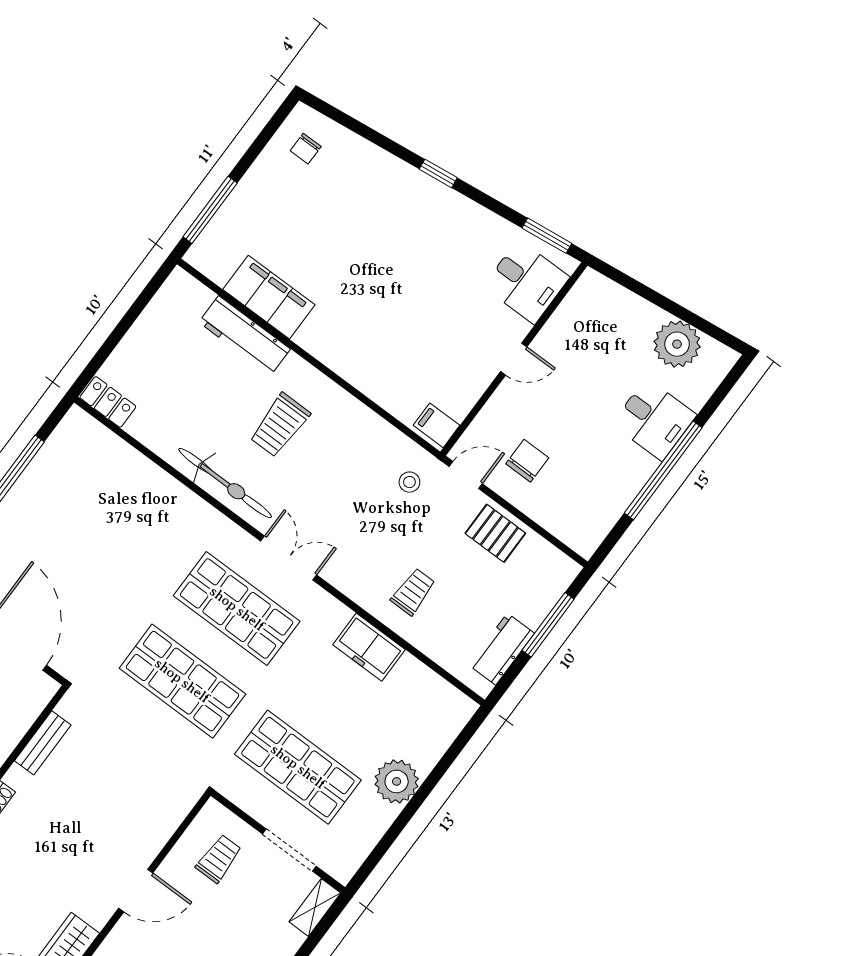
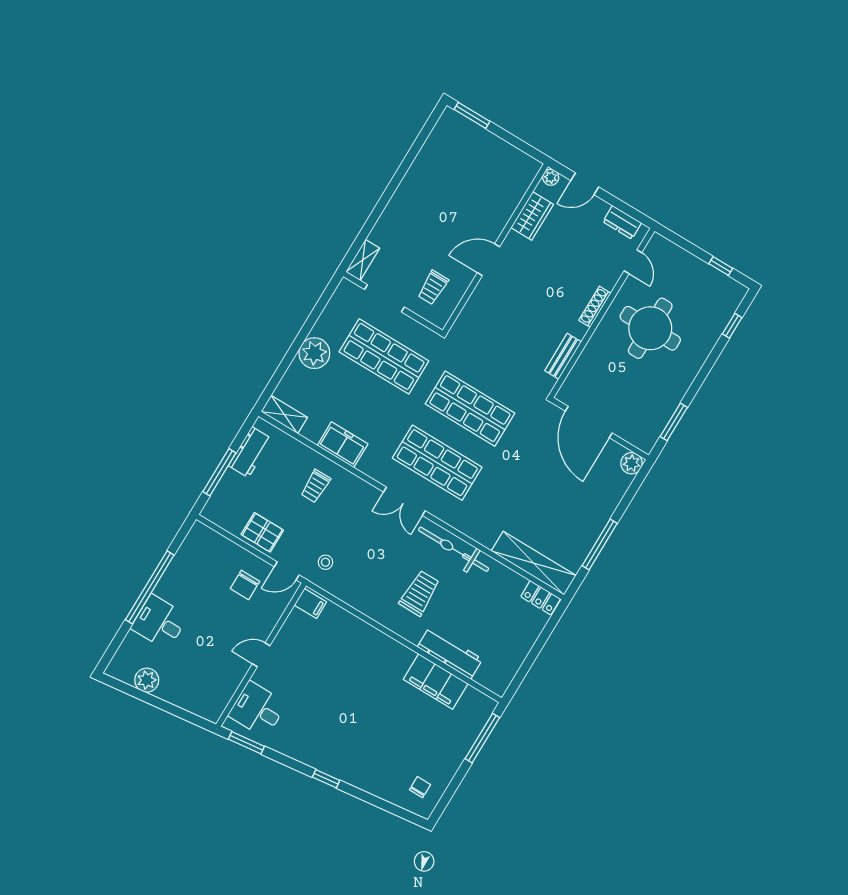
plant: (677, 344) -> (147, 680), width x0.73, depth x0.73
shelving: (113, 452) -> (534, 563), added
shelving: (448, 698) -> (284, 414), added

